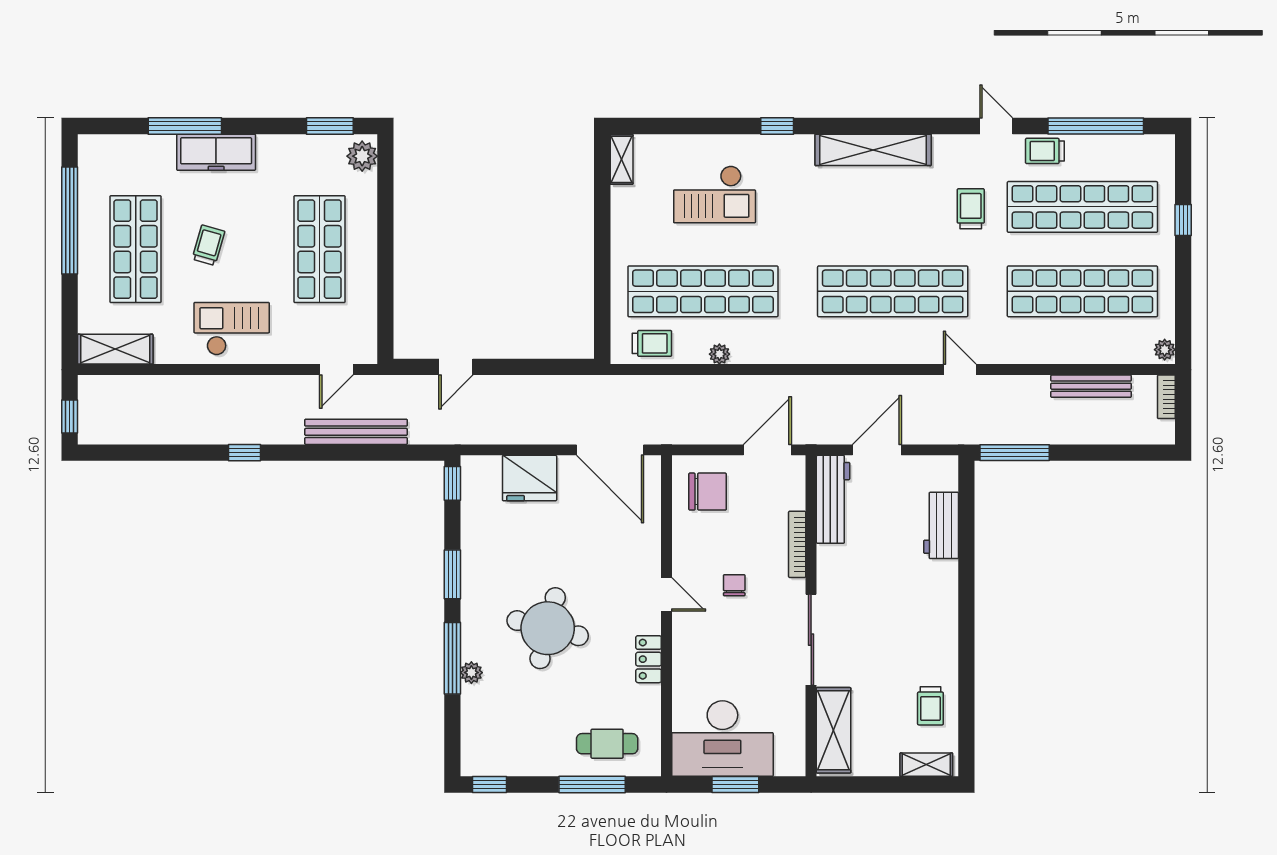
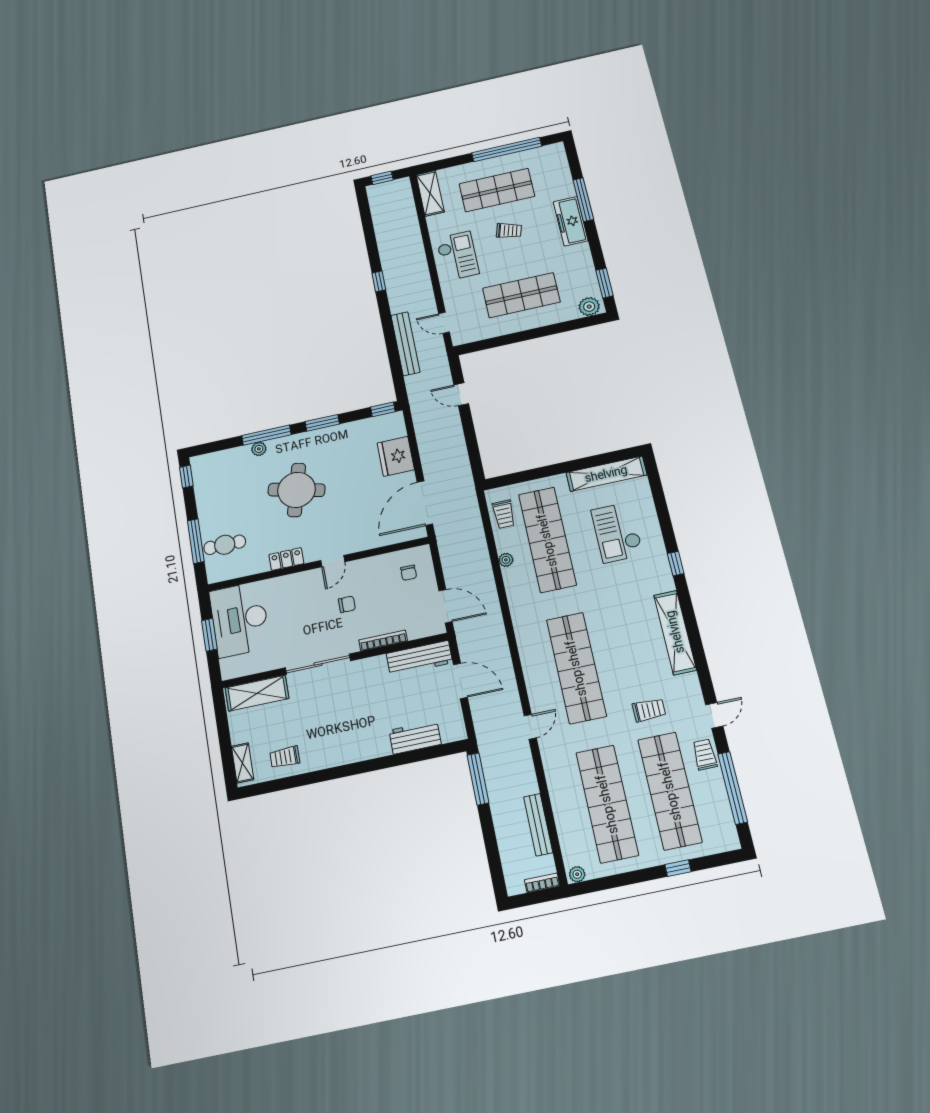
shelving: (622, 159) -> (606, 474), width x2.20, depth x1.33
chair: (708, 492) -> (409, 573), width x0.54, depth x0.54
cafe table: (607, 744) -> (225, 545), turned 90

